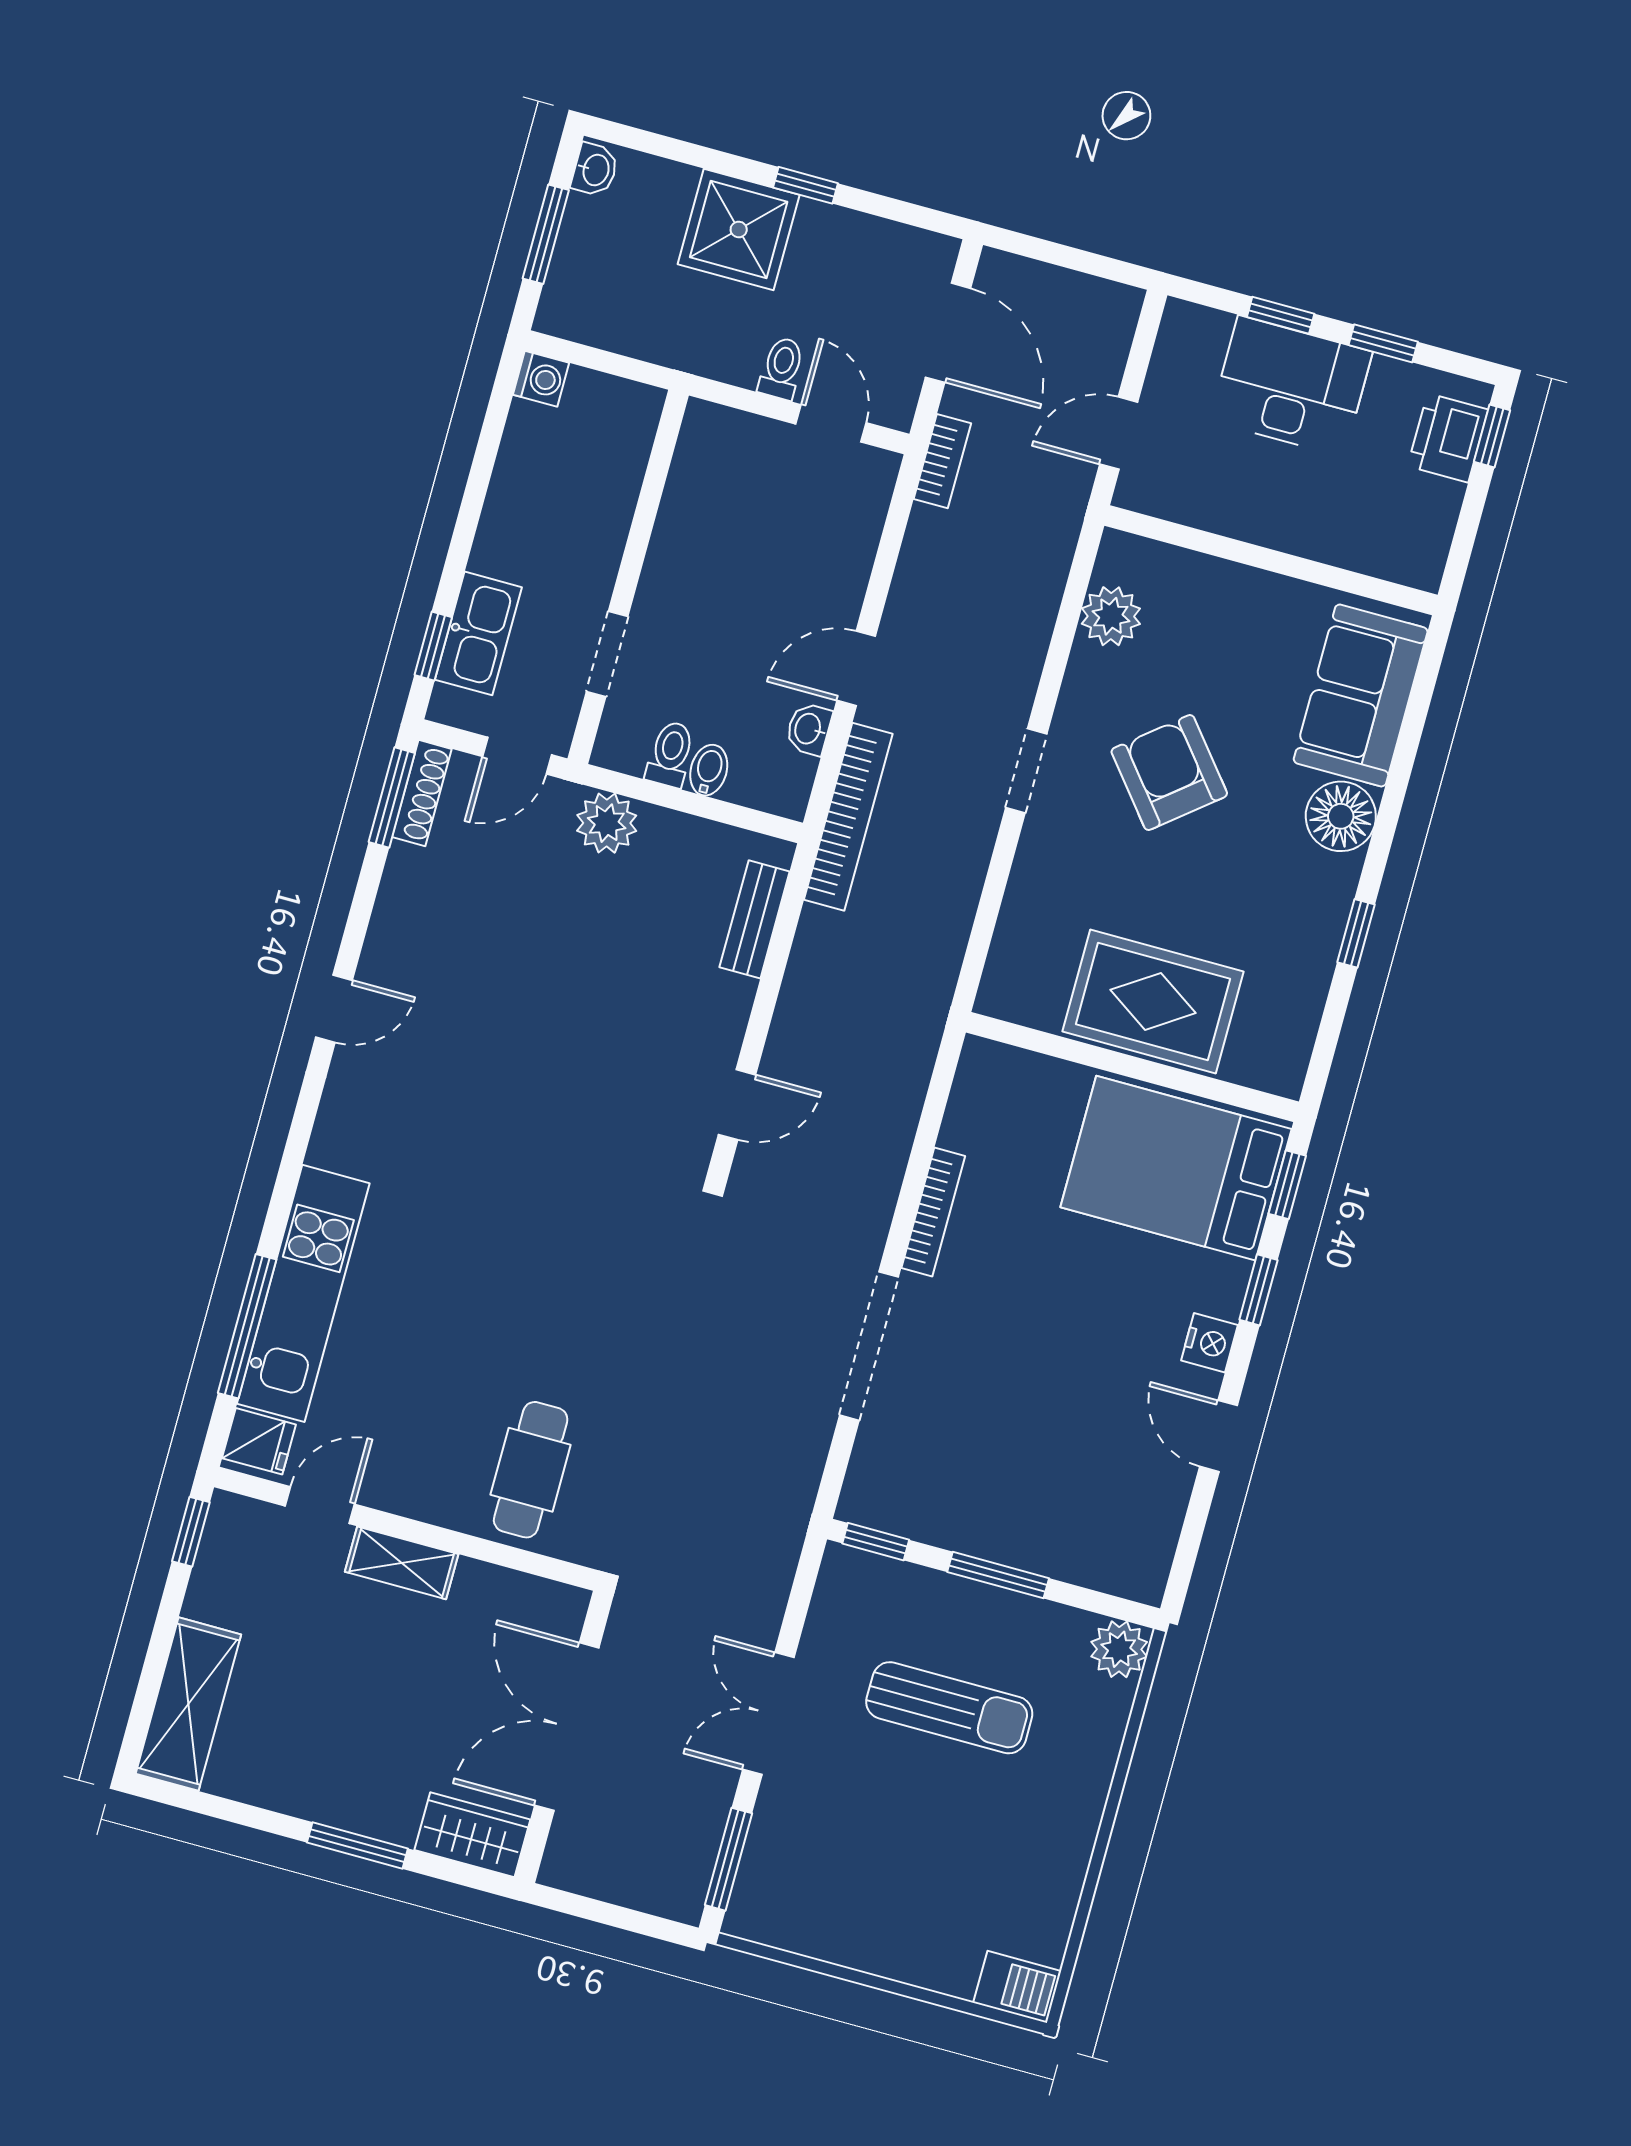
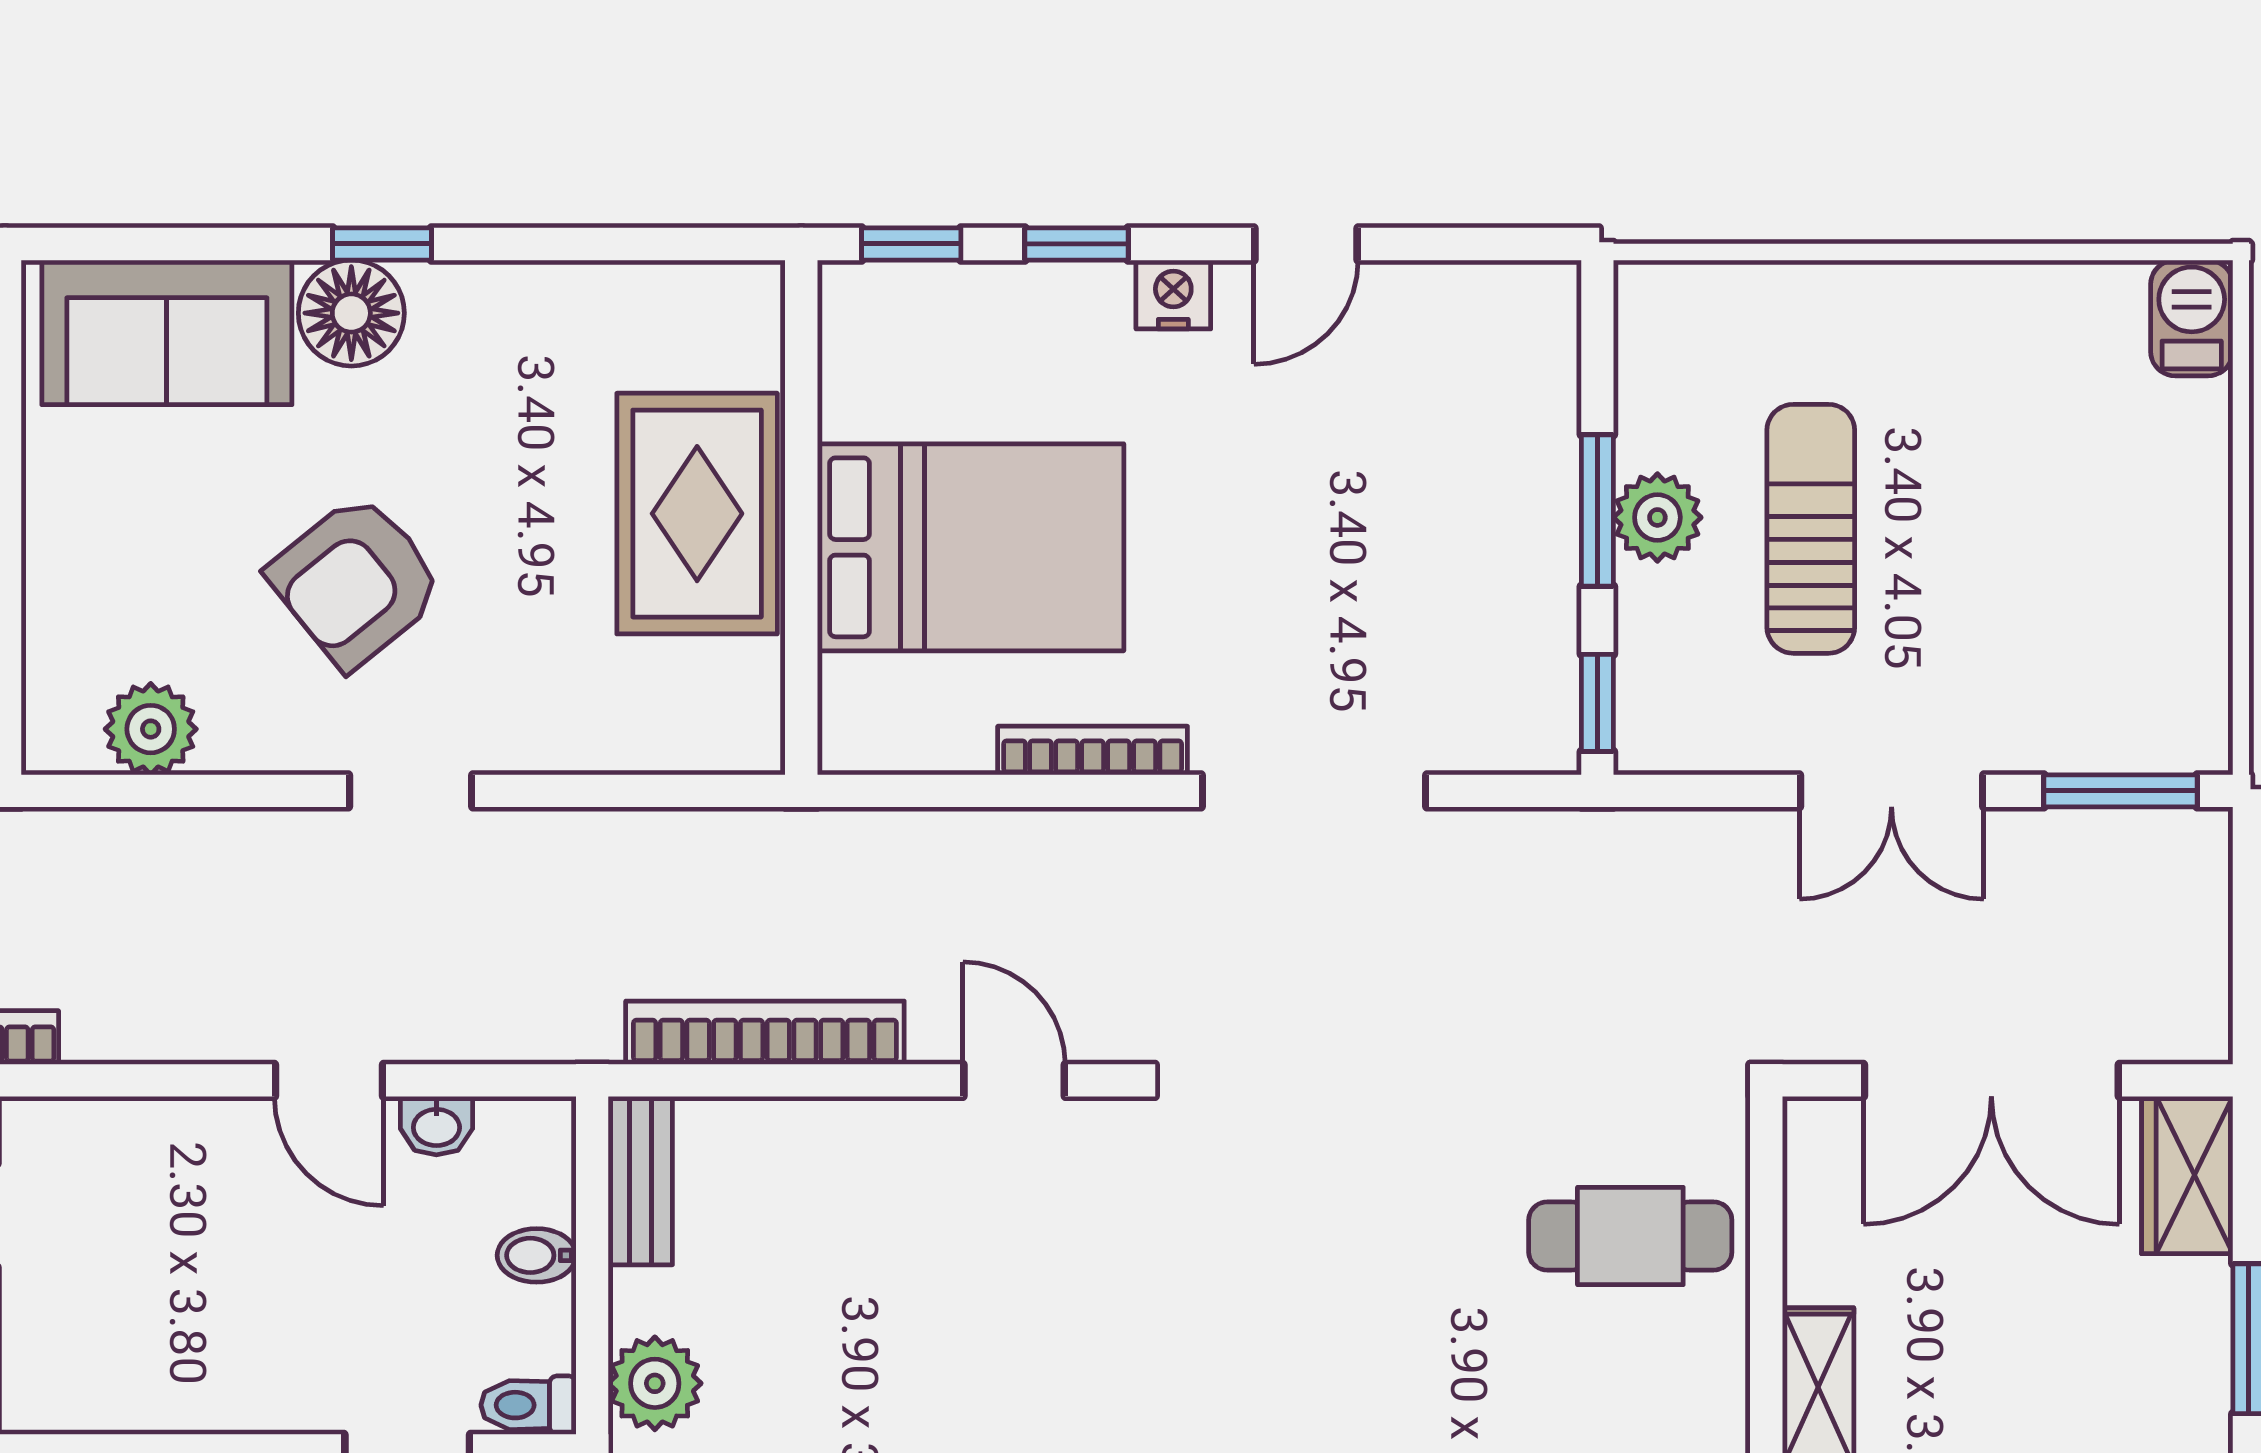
toilet: (670, 754) -> (528, 1405), moved
bookcase: (848, 817) -> (765, 1033), moved
bench: (755, 919) -> (640, 1181), moved, turned 90
window: (1356, 933) -> (382, 244), moved
bed: (1176, 1168) -> (971, 547), moved, turned -90
plant: (1119, 1649) -> (1657, 517), moved

